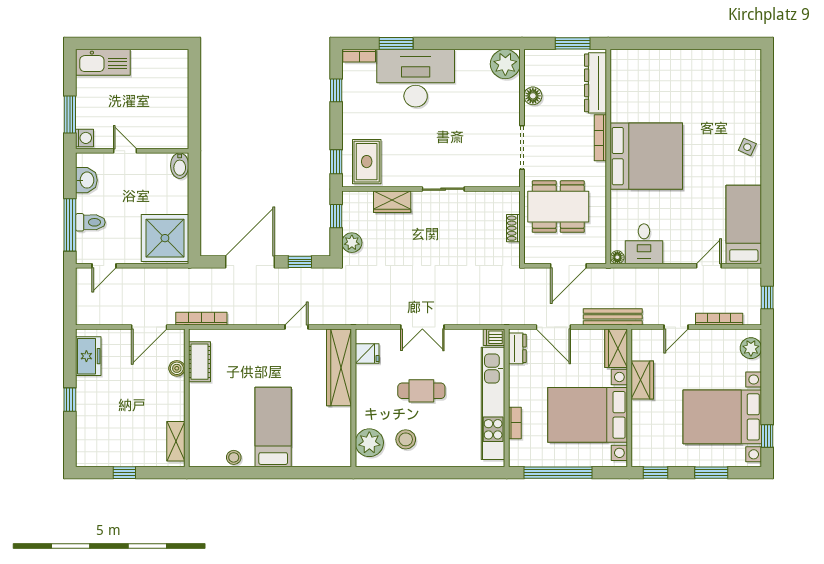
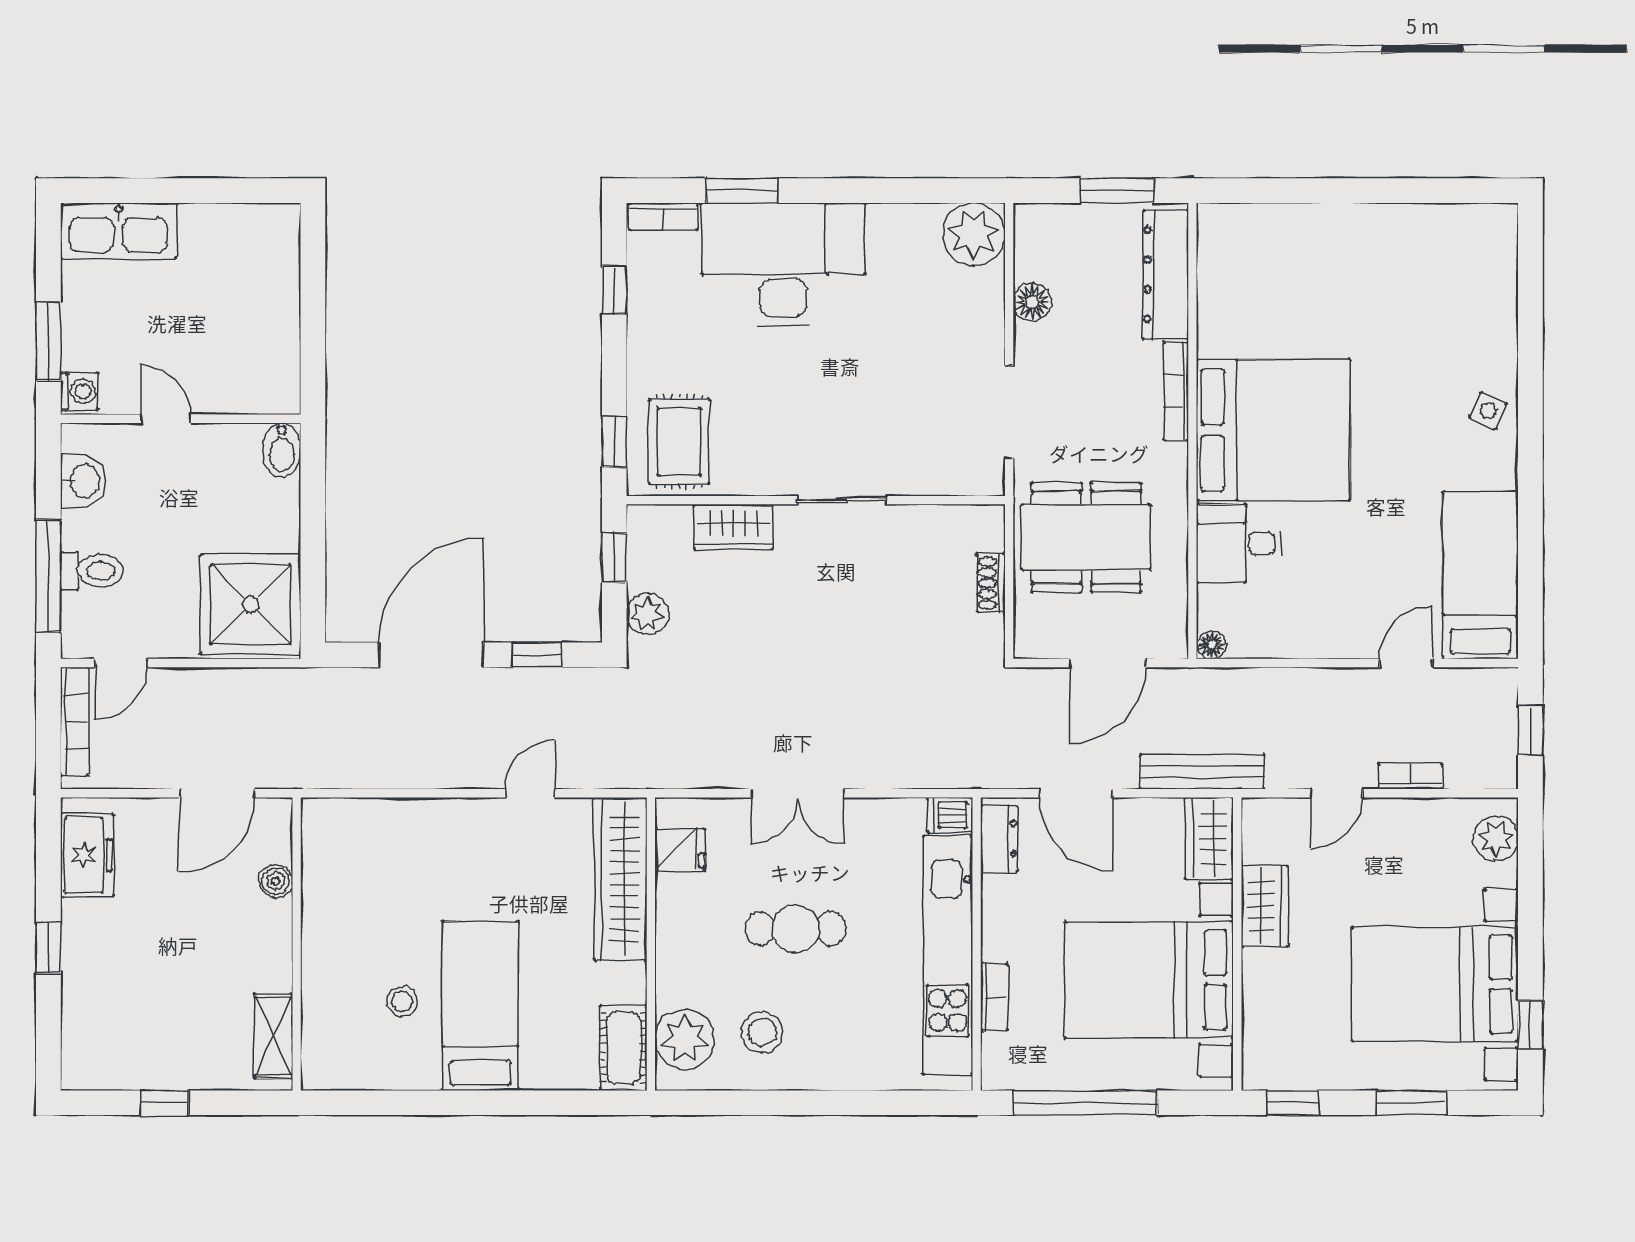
desk: (644, 244) -> (1239, 544), moved, turned 90
bookcase: (201, 319) -> (74, 721), moved, turned 90
bookcase: (719, 319) -> (1410, 776), width x0.64
cot: (200, 362) -> (624, 1048), moved
stool: (234, 457) -> (402, 1001), moved

